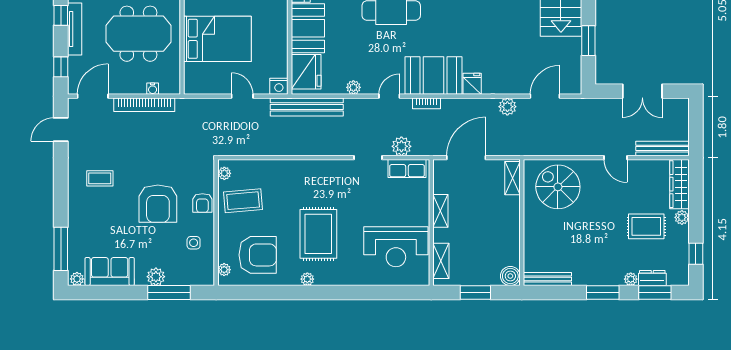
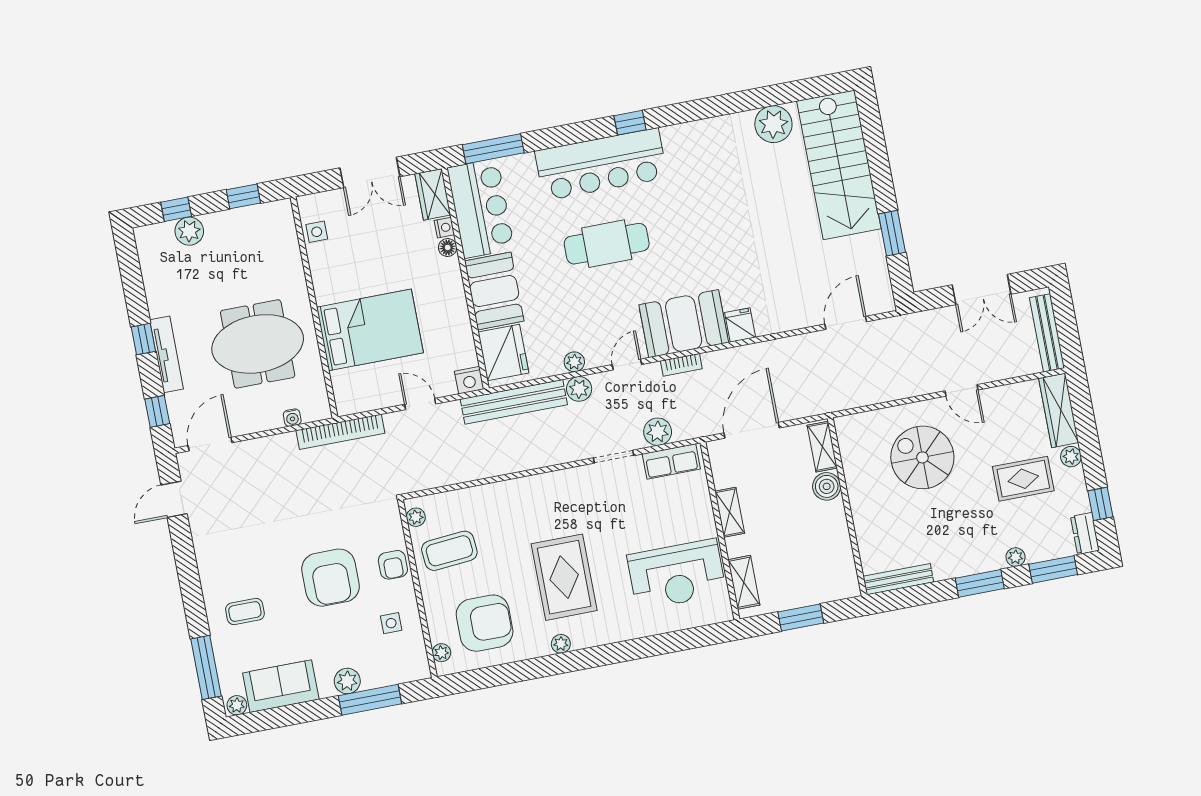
bookcase: (144, 105) -> (340, 432), moved
plant: (507, 107) -> (579, 389), moved
bench: (663, 149) -> (1047, 333), moved, turned 90
coffee table: (100, 178) -> (245, 611), moved
spiral stairs: (558, 187) -> (922, 457), moved
boiler: (510, 276) -> (827, 486), moved
dresser: (652, 278) -> (1085, 533), moved, turned -90

